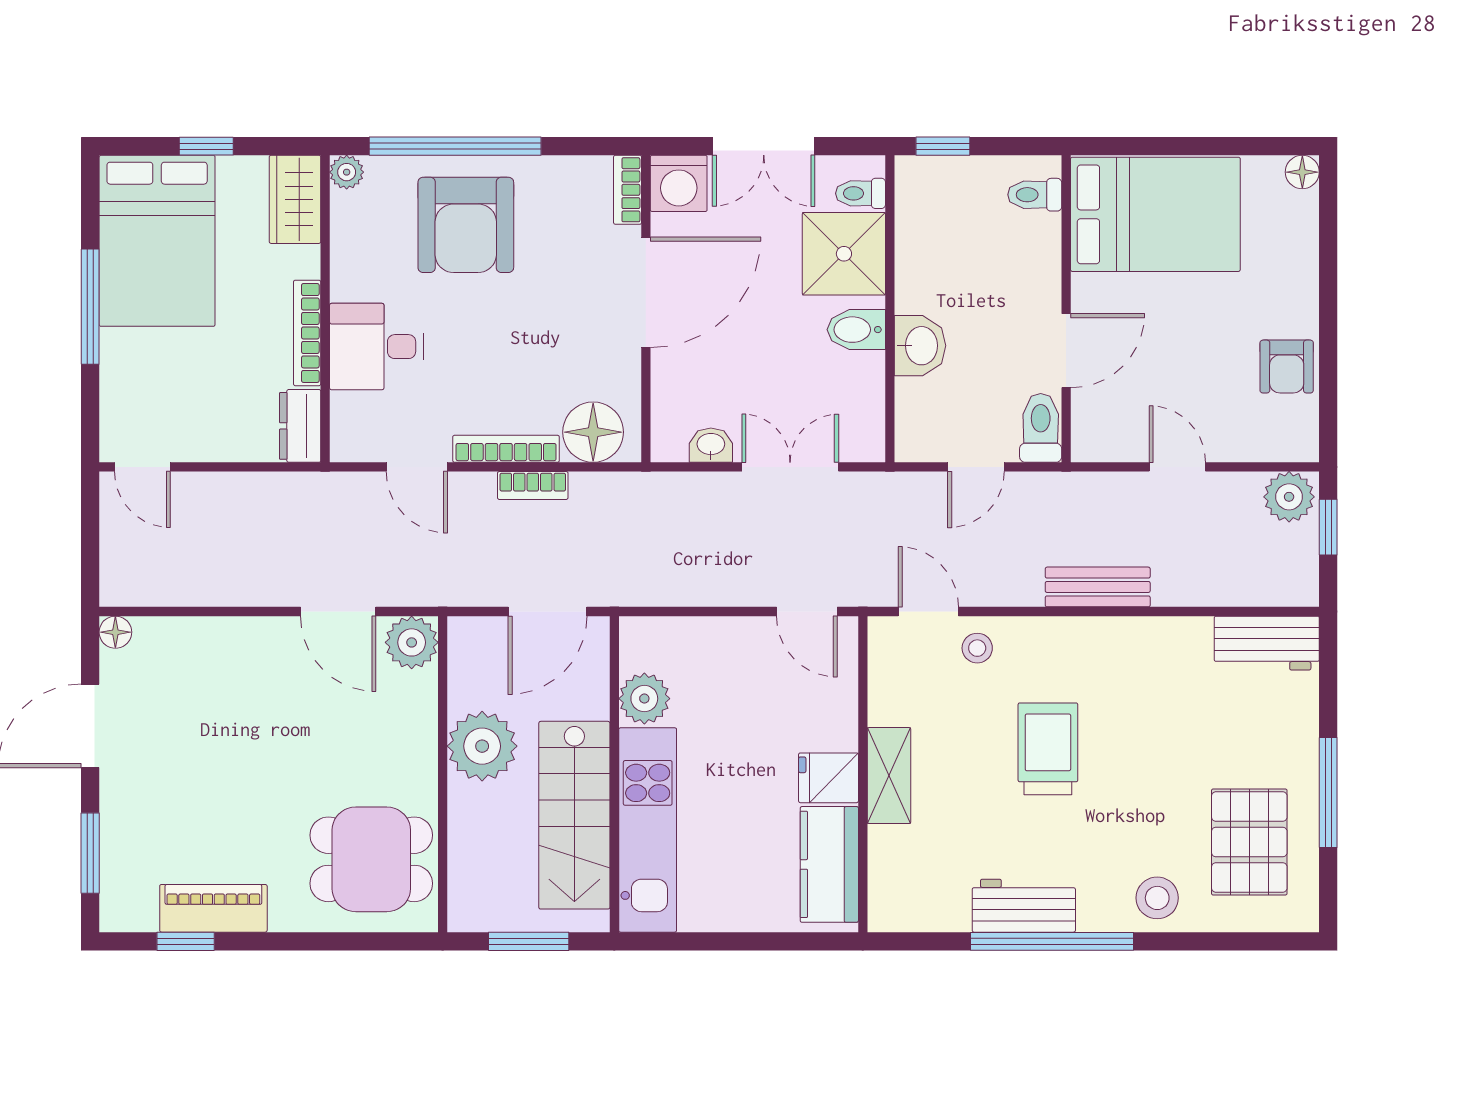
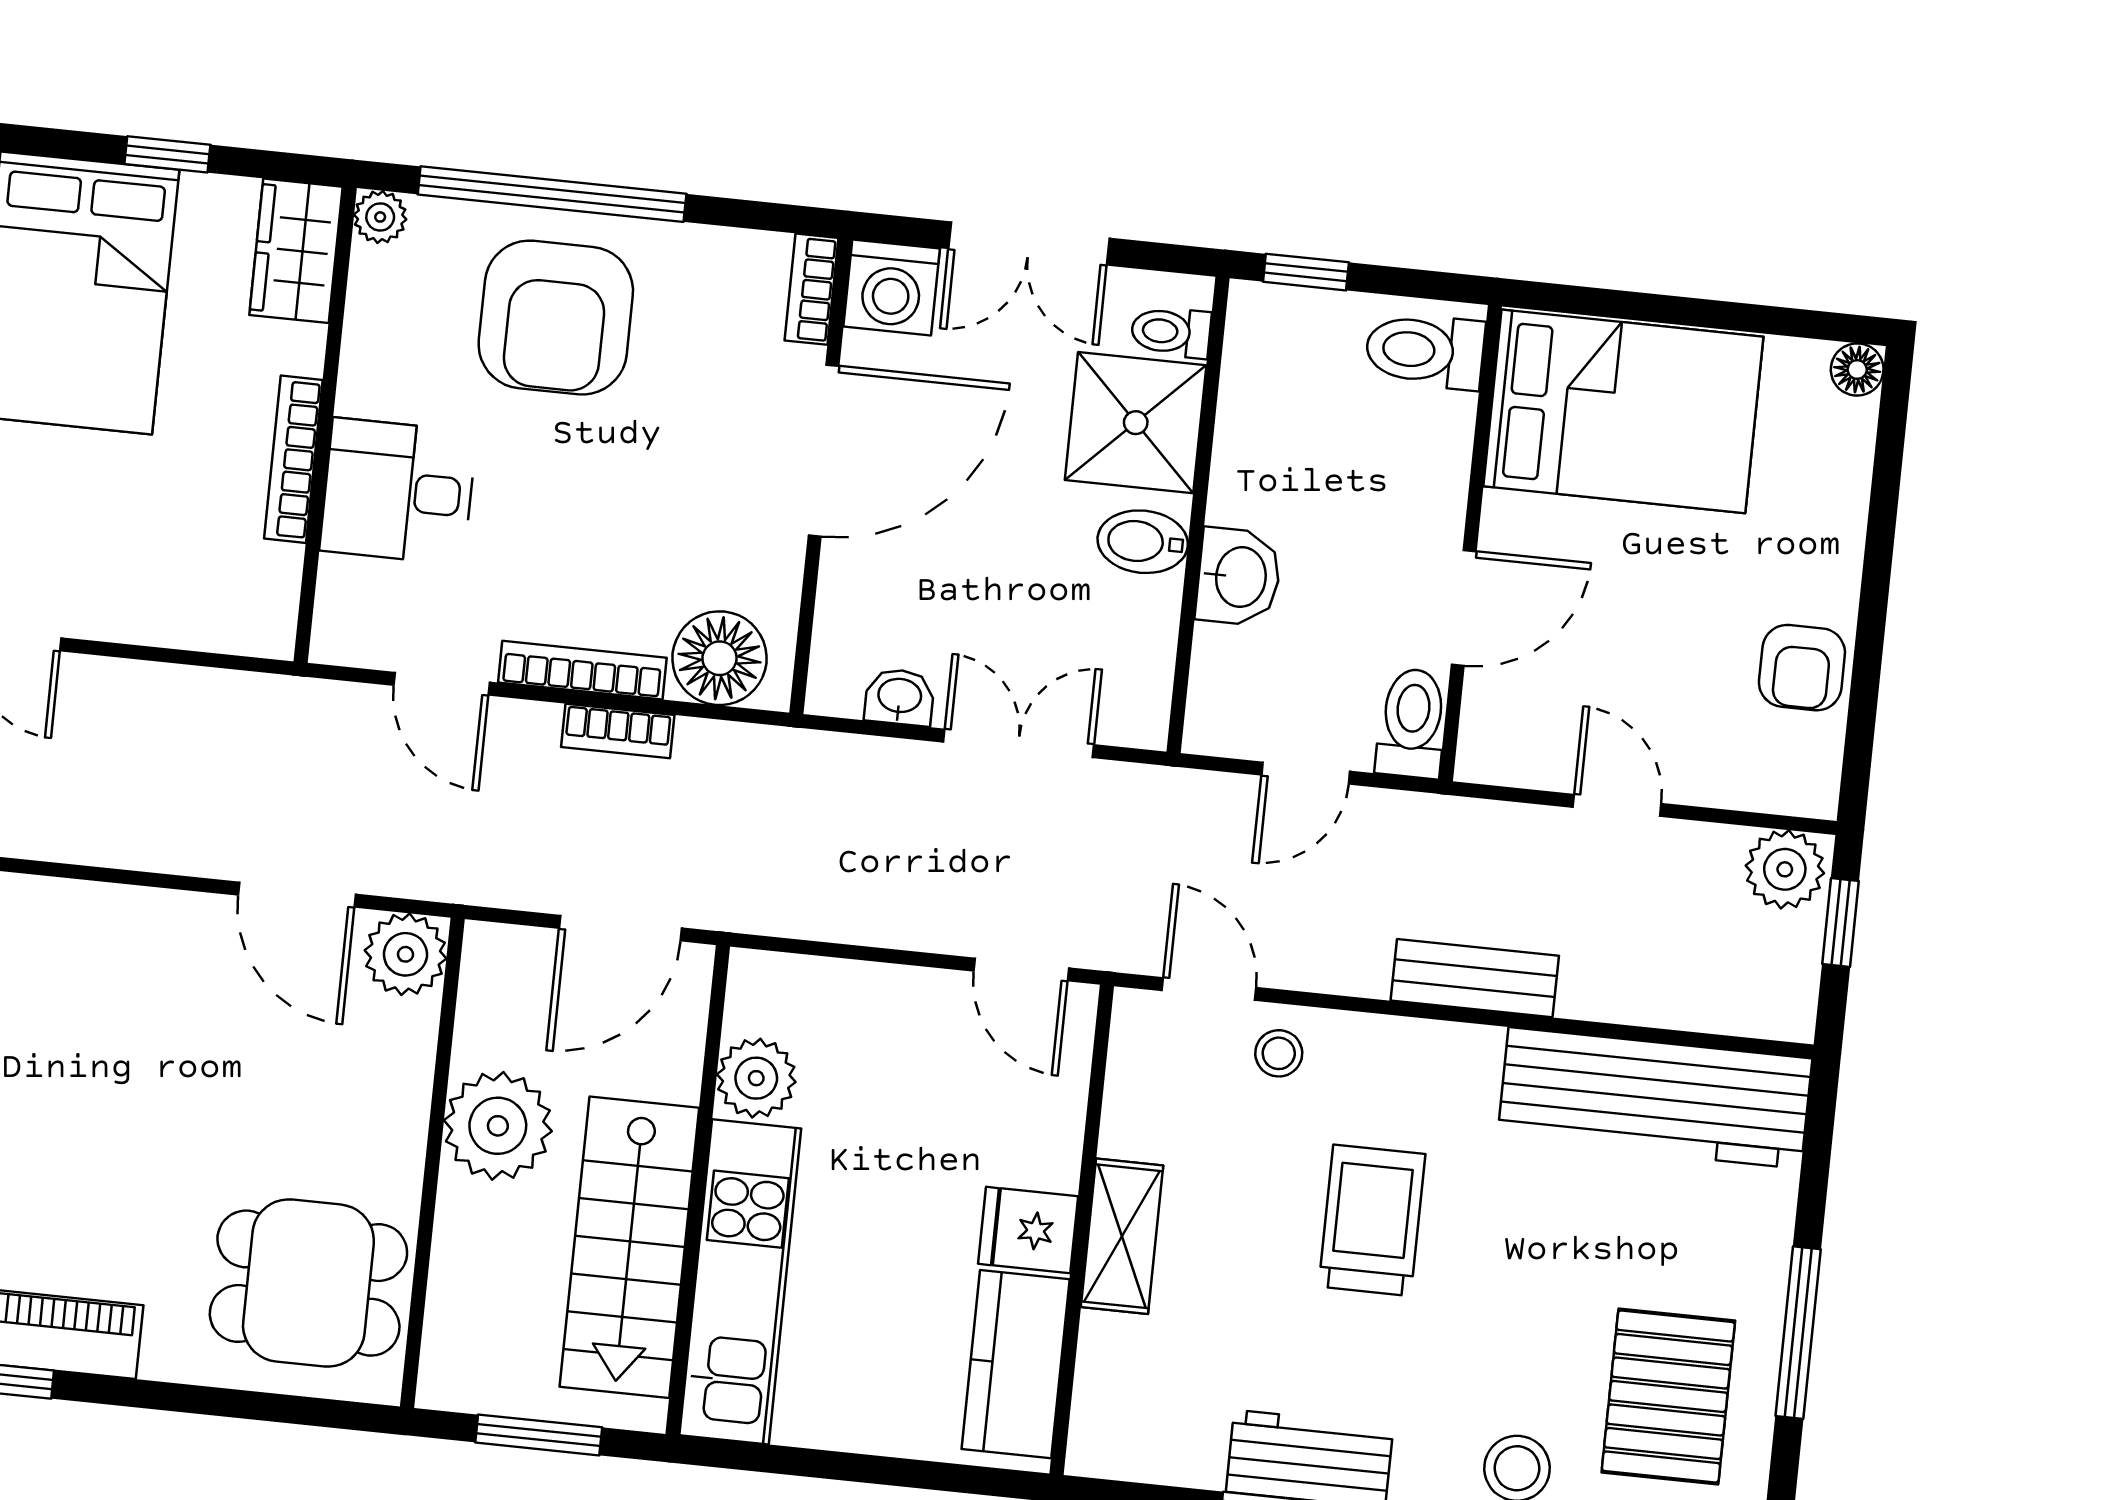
toilet: (1035, 195) -> (1425, 351), width x1.37, depth x1.39
dresser: (300, 426) -> (268, 602), removed
workbench: (1267, 643) -> (1655, 1098), width x1.88, depth x1.32

